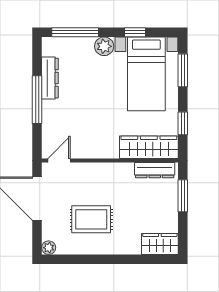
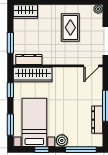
rug: (91, 219) -> (70, 28), turned 90

